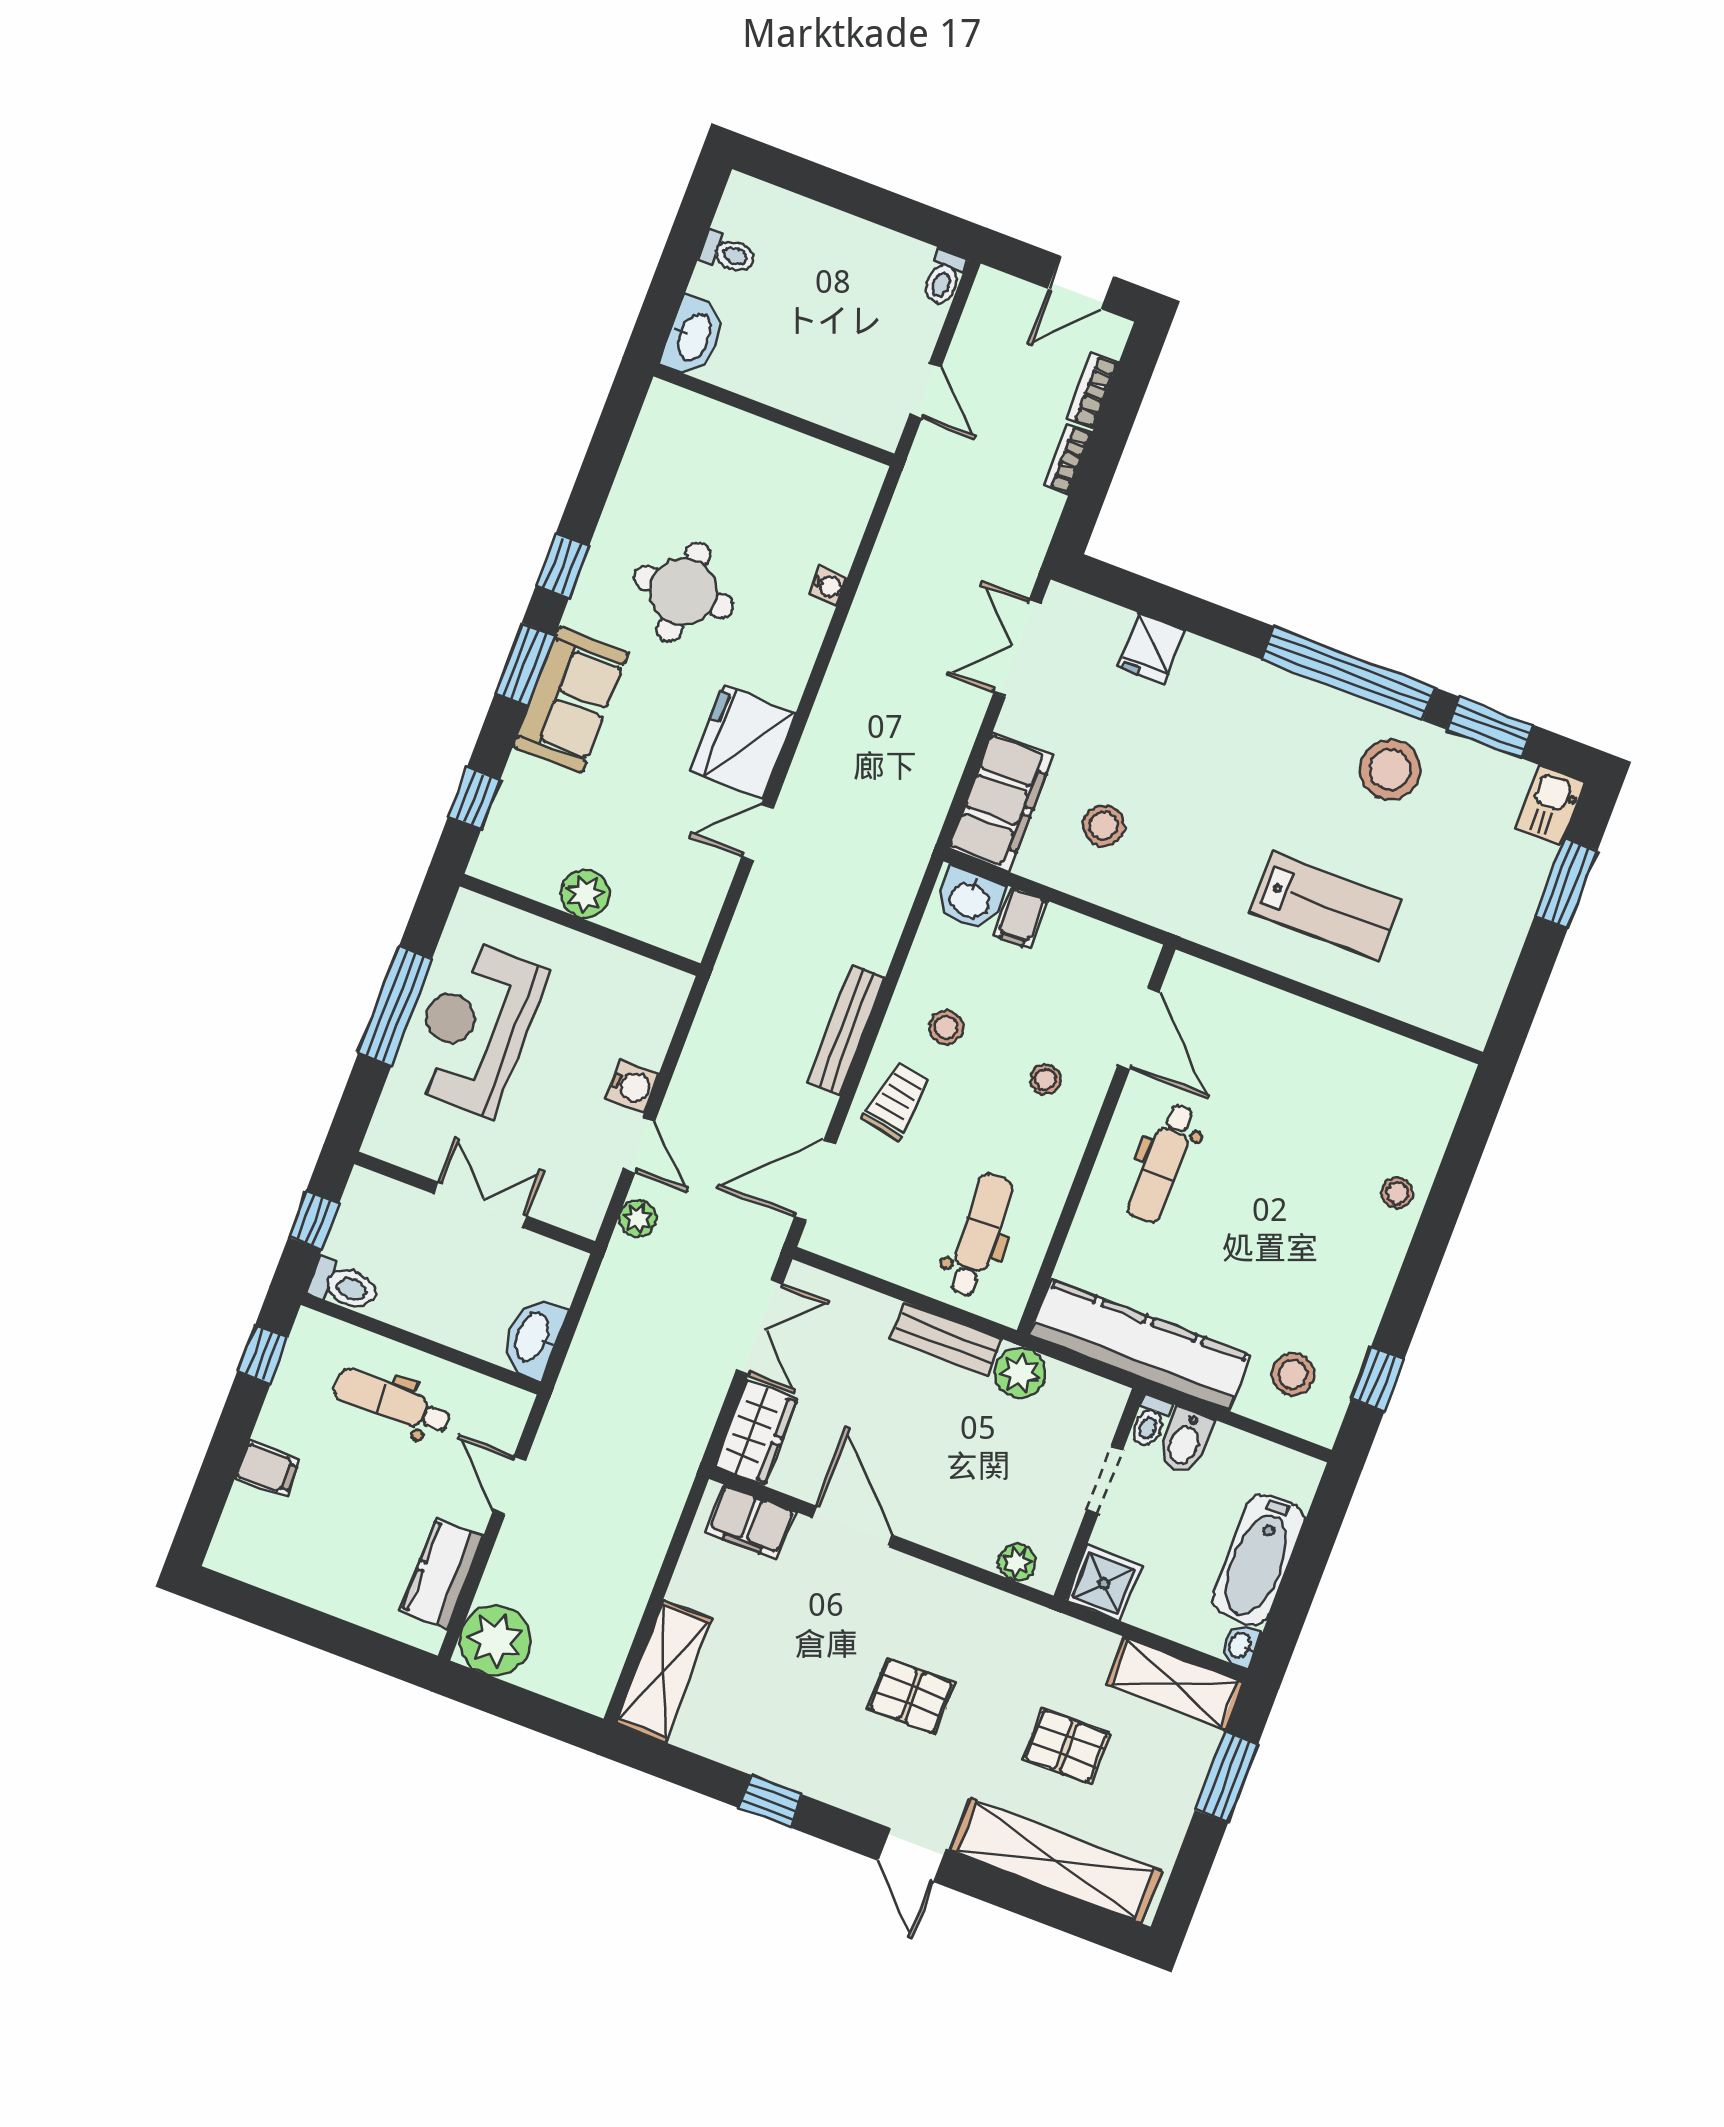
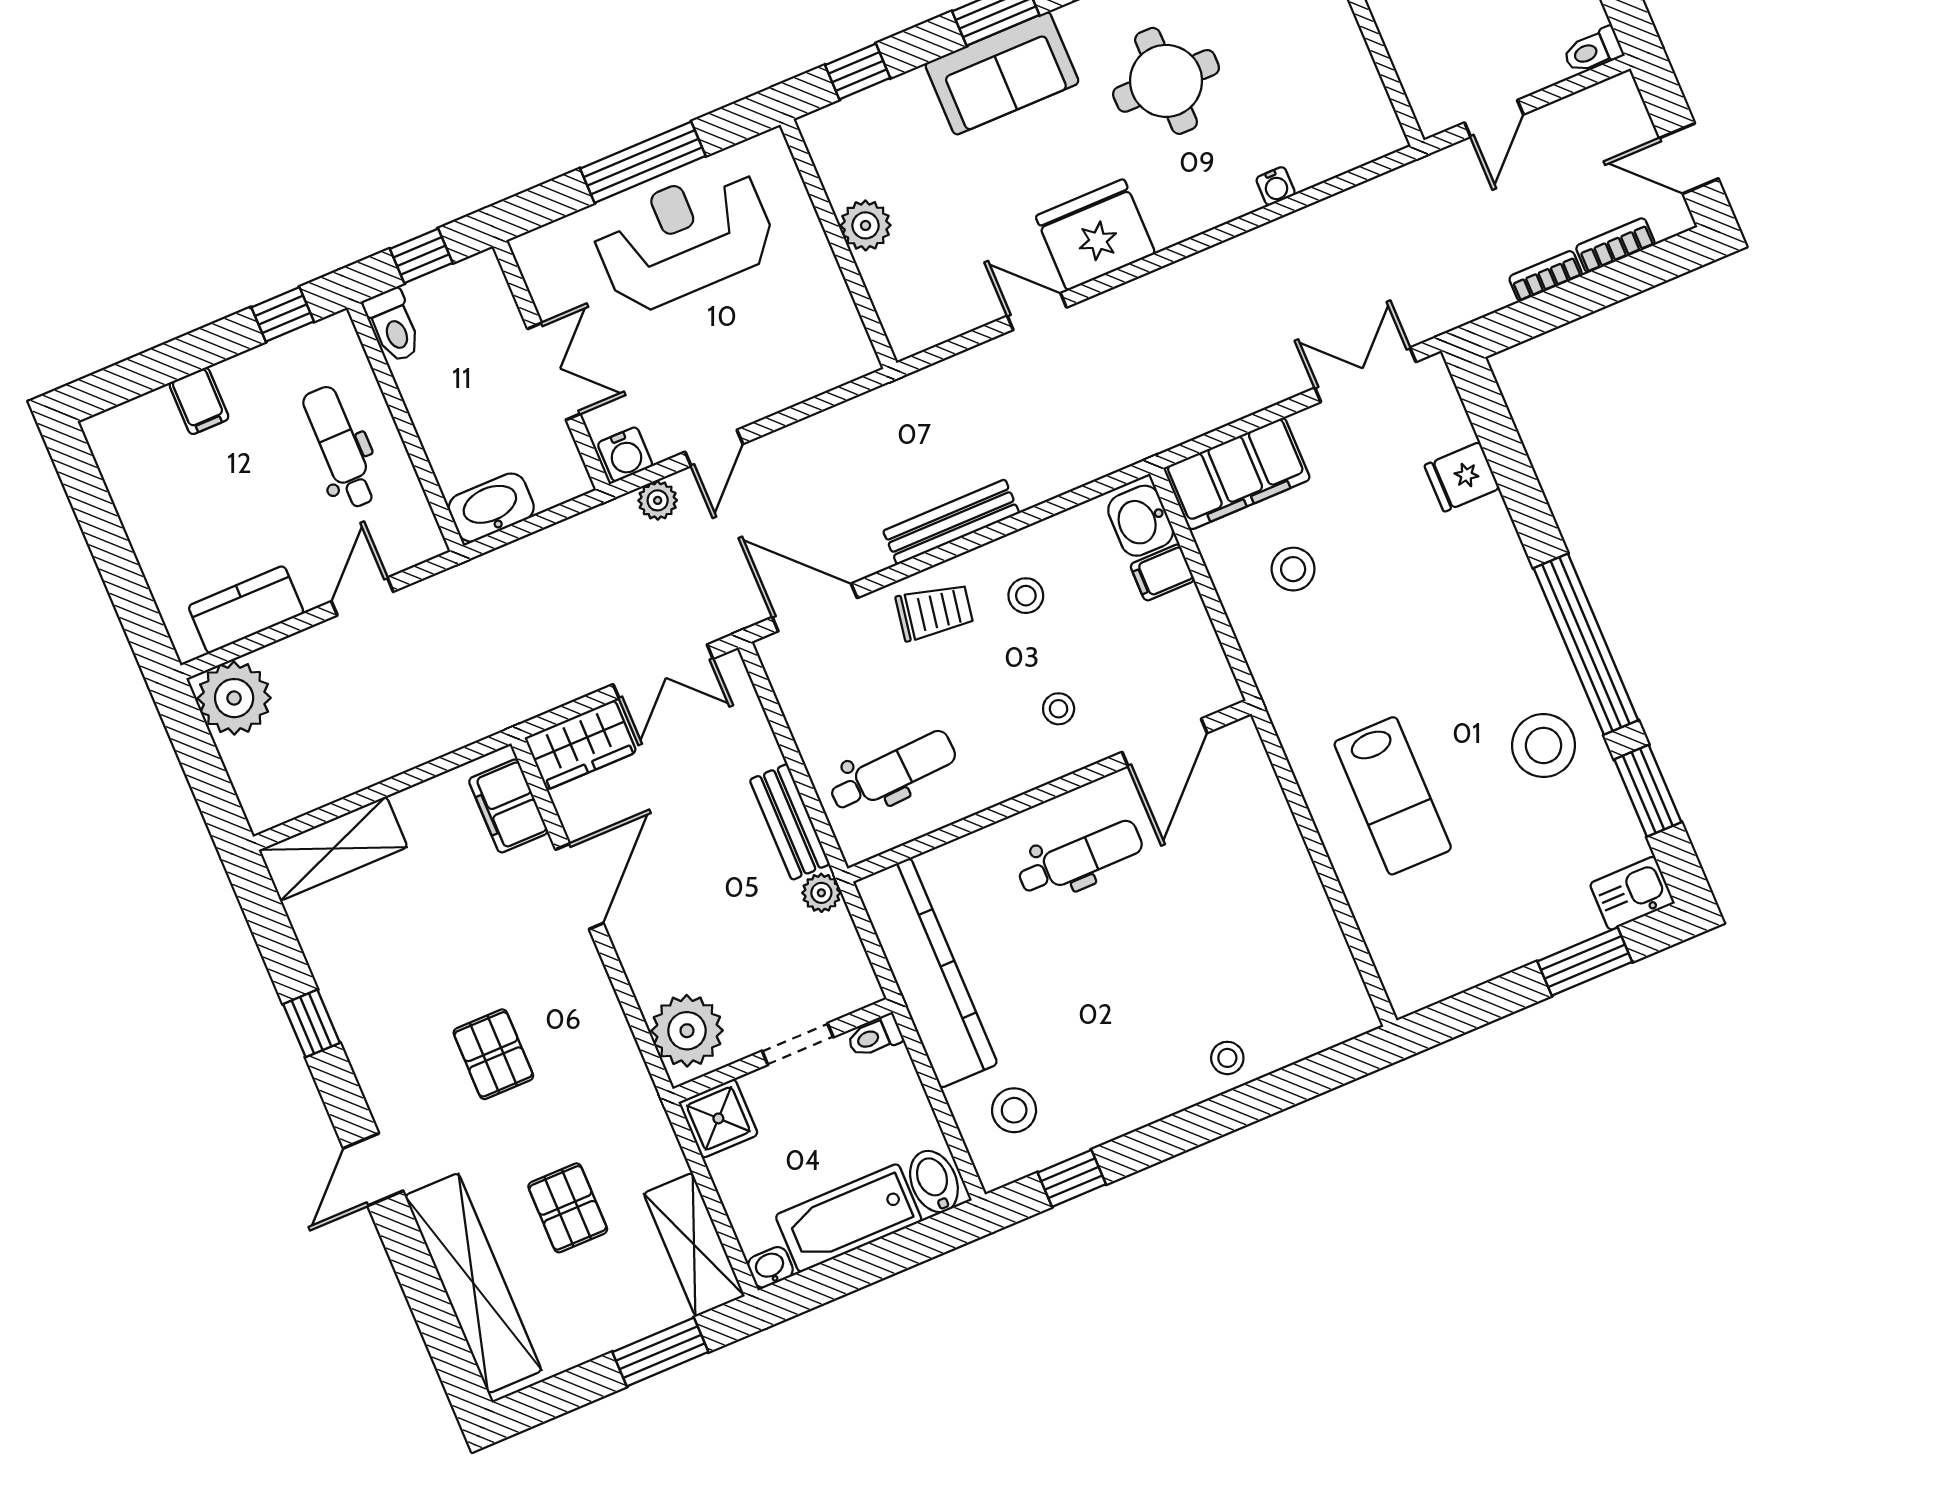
water cooler: (632, 1086) -> (625, 454), moved
dental chair: (1163, 1163) -> (1080, 858), turned 180
plant: (1020, 1373) -> (821, 893), width x0.73, depth x0.73
bidet: (1185, 1441) -> (934, 1182), moved, turned 90
plant: (1017, 1562) -> (687, 1031), width x1.88, depth x1.88

